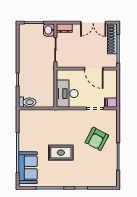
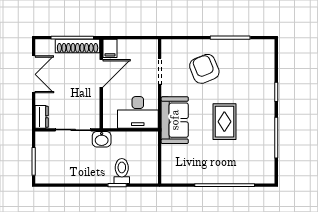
washbasin: (49, 30) -> (102, 139), moved
shoe rack: (112, 39) -> (78, 46), moved
toilet: (27, 102) -> (122, 171), moved
filing cabinet: (111, 103) -> (110, 48), moved
armchair: (97, 139) -> (204, 69), turned -140
sofa: (28, 168) -> (175, 120), moved, turned 90

